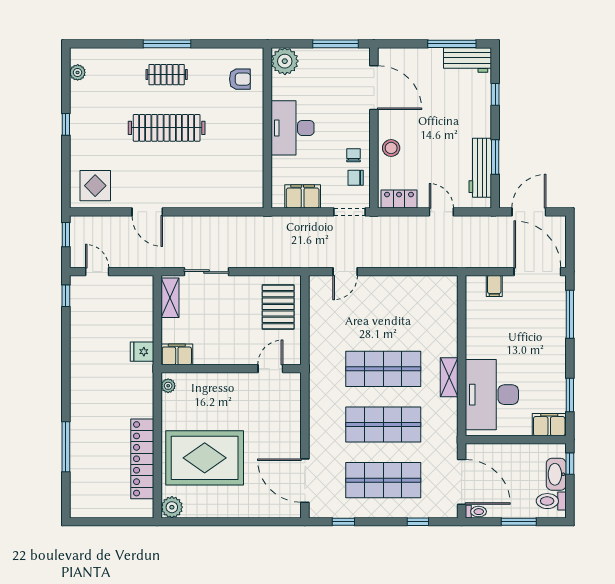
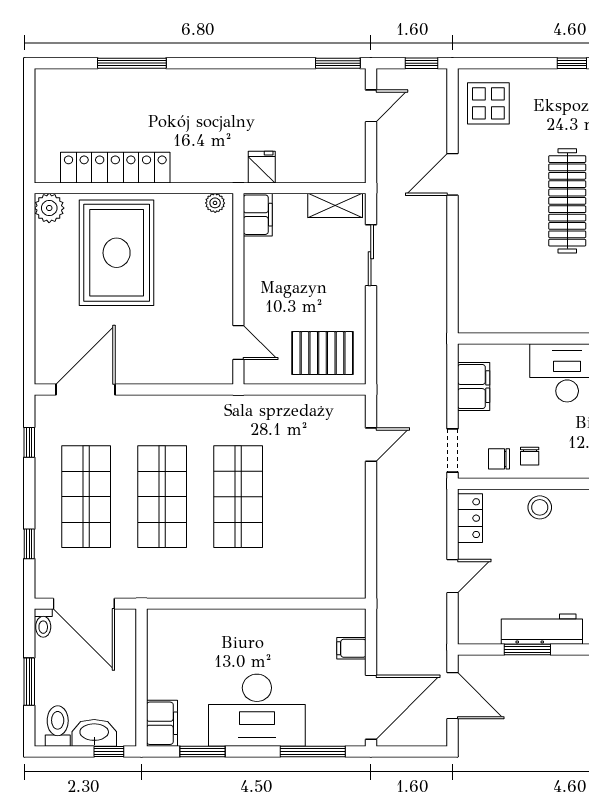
chair: (354, 155) -> (530, 456), turned 90
workbench: (480, 168) -> (542, 629), moved
chair: (356, 178) -> (499, 459), turned -90
door: (345, 272) -> (371, 445), swing flipped
window: (66, 296) -> (338, 63), width x1.50
shelving: (449, 377) -> (227, 587), removed
desk: (492, 395) -> (257, 710), moved, turned 180
door: (462, 482) -> (84, 604), hinge flipped

